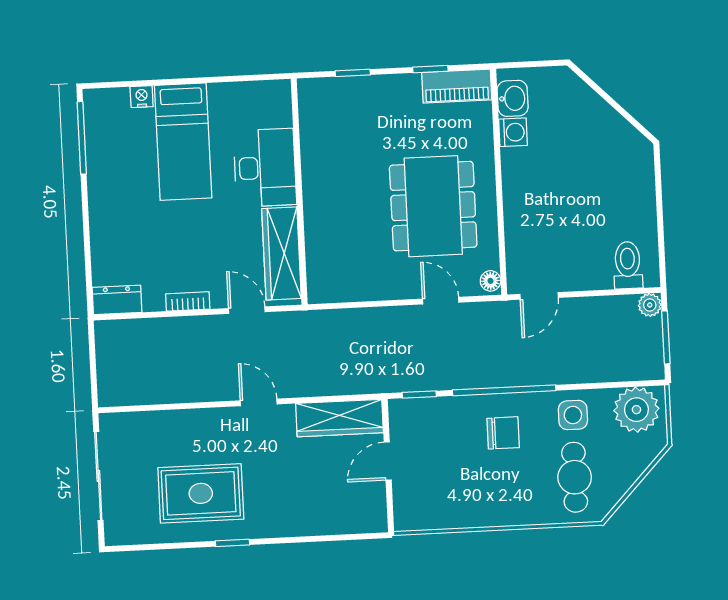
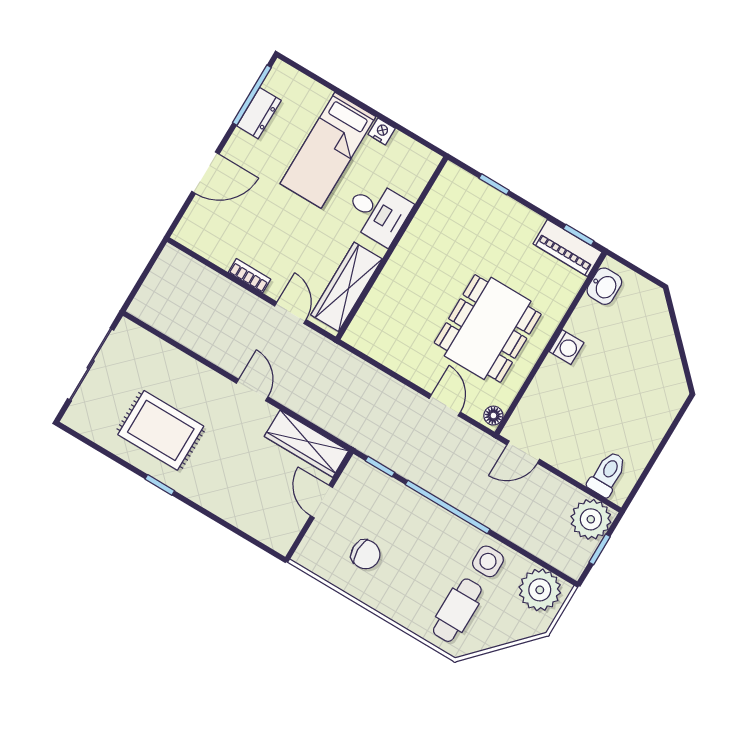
window: (430, 69) -> (579, 235), moved
nightstand: (142, 97) -> (382, 131), moved
washing machine: (513, 132) -> (567, 347), moved
desk: (265, 168) -> (378, 212), width x0.73
door: (87, 235) -> (205, 173), added
dresser: (117, 300) -> (259, 113), moved, turned 90
plant: (650, 305) -> (591, 519), width x1.88, depth x1.88
window: (666, 337) -> (600, 549), width x0.67
chair: (503, 433) -> (366, 554), moved
door: (388, 461) -> (322, 502), hinge flipped

